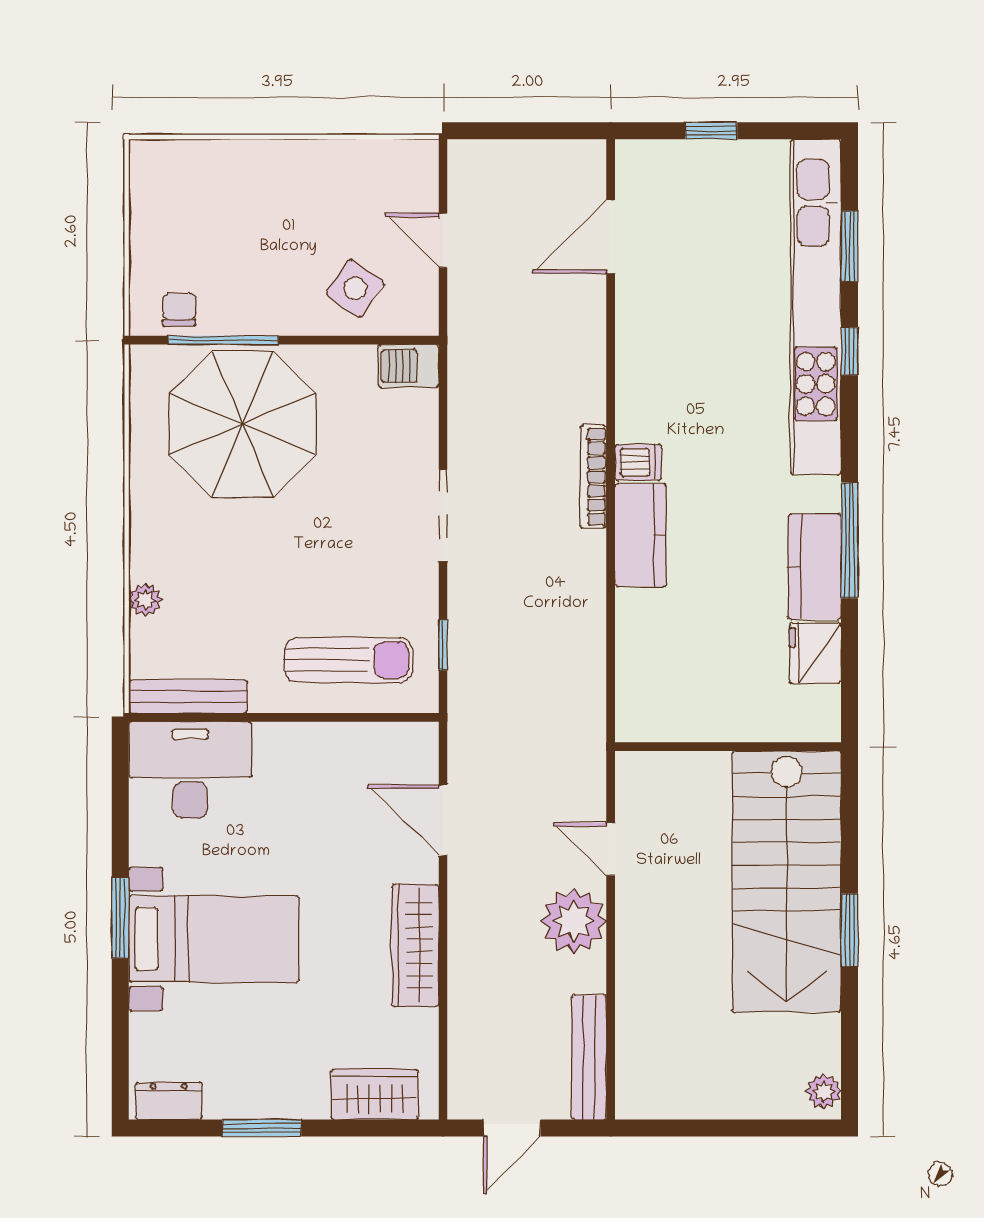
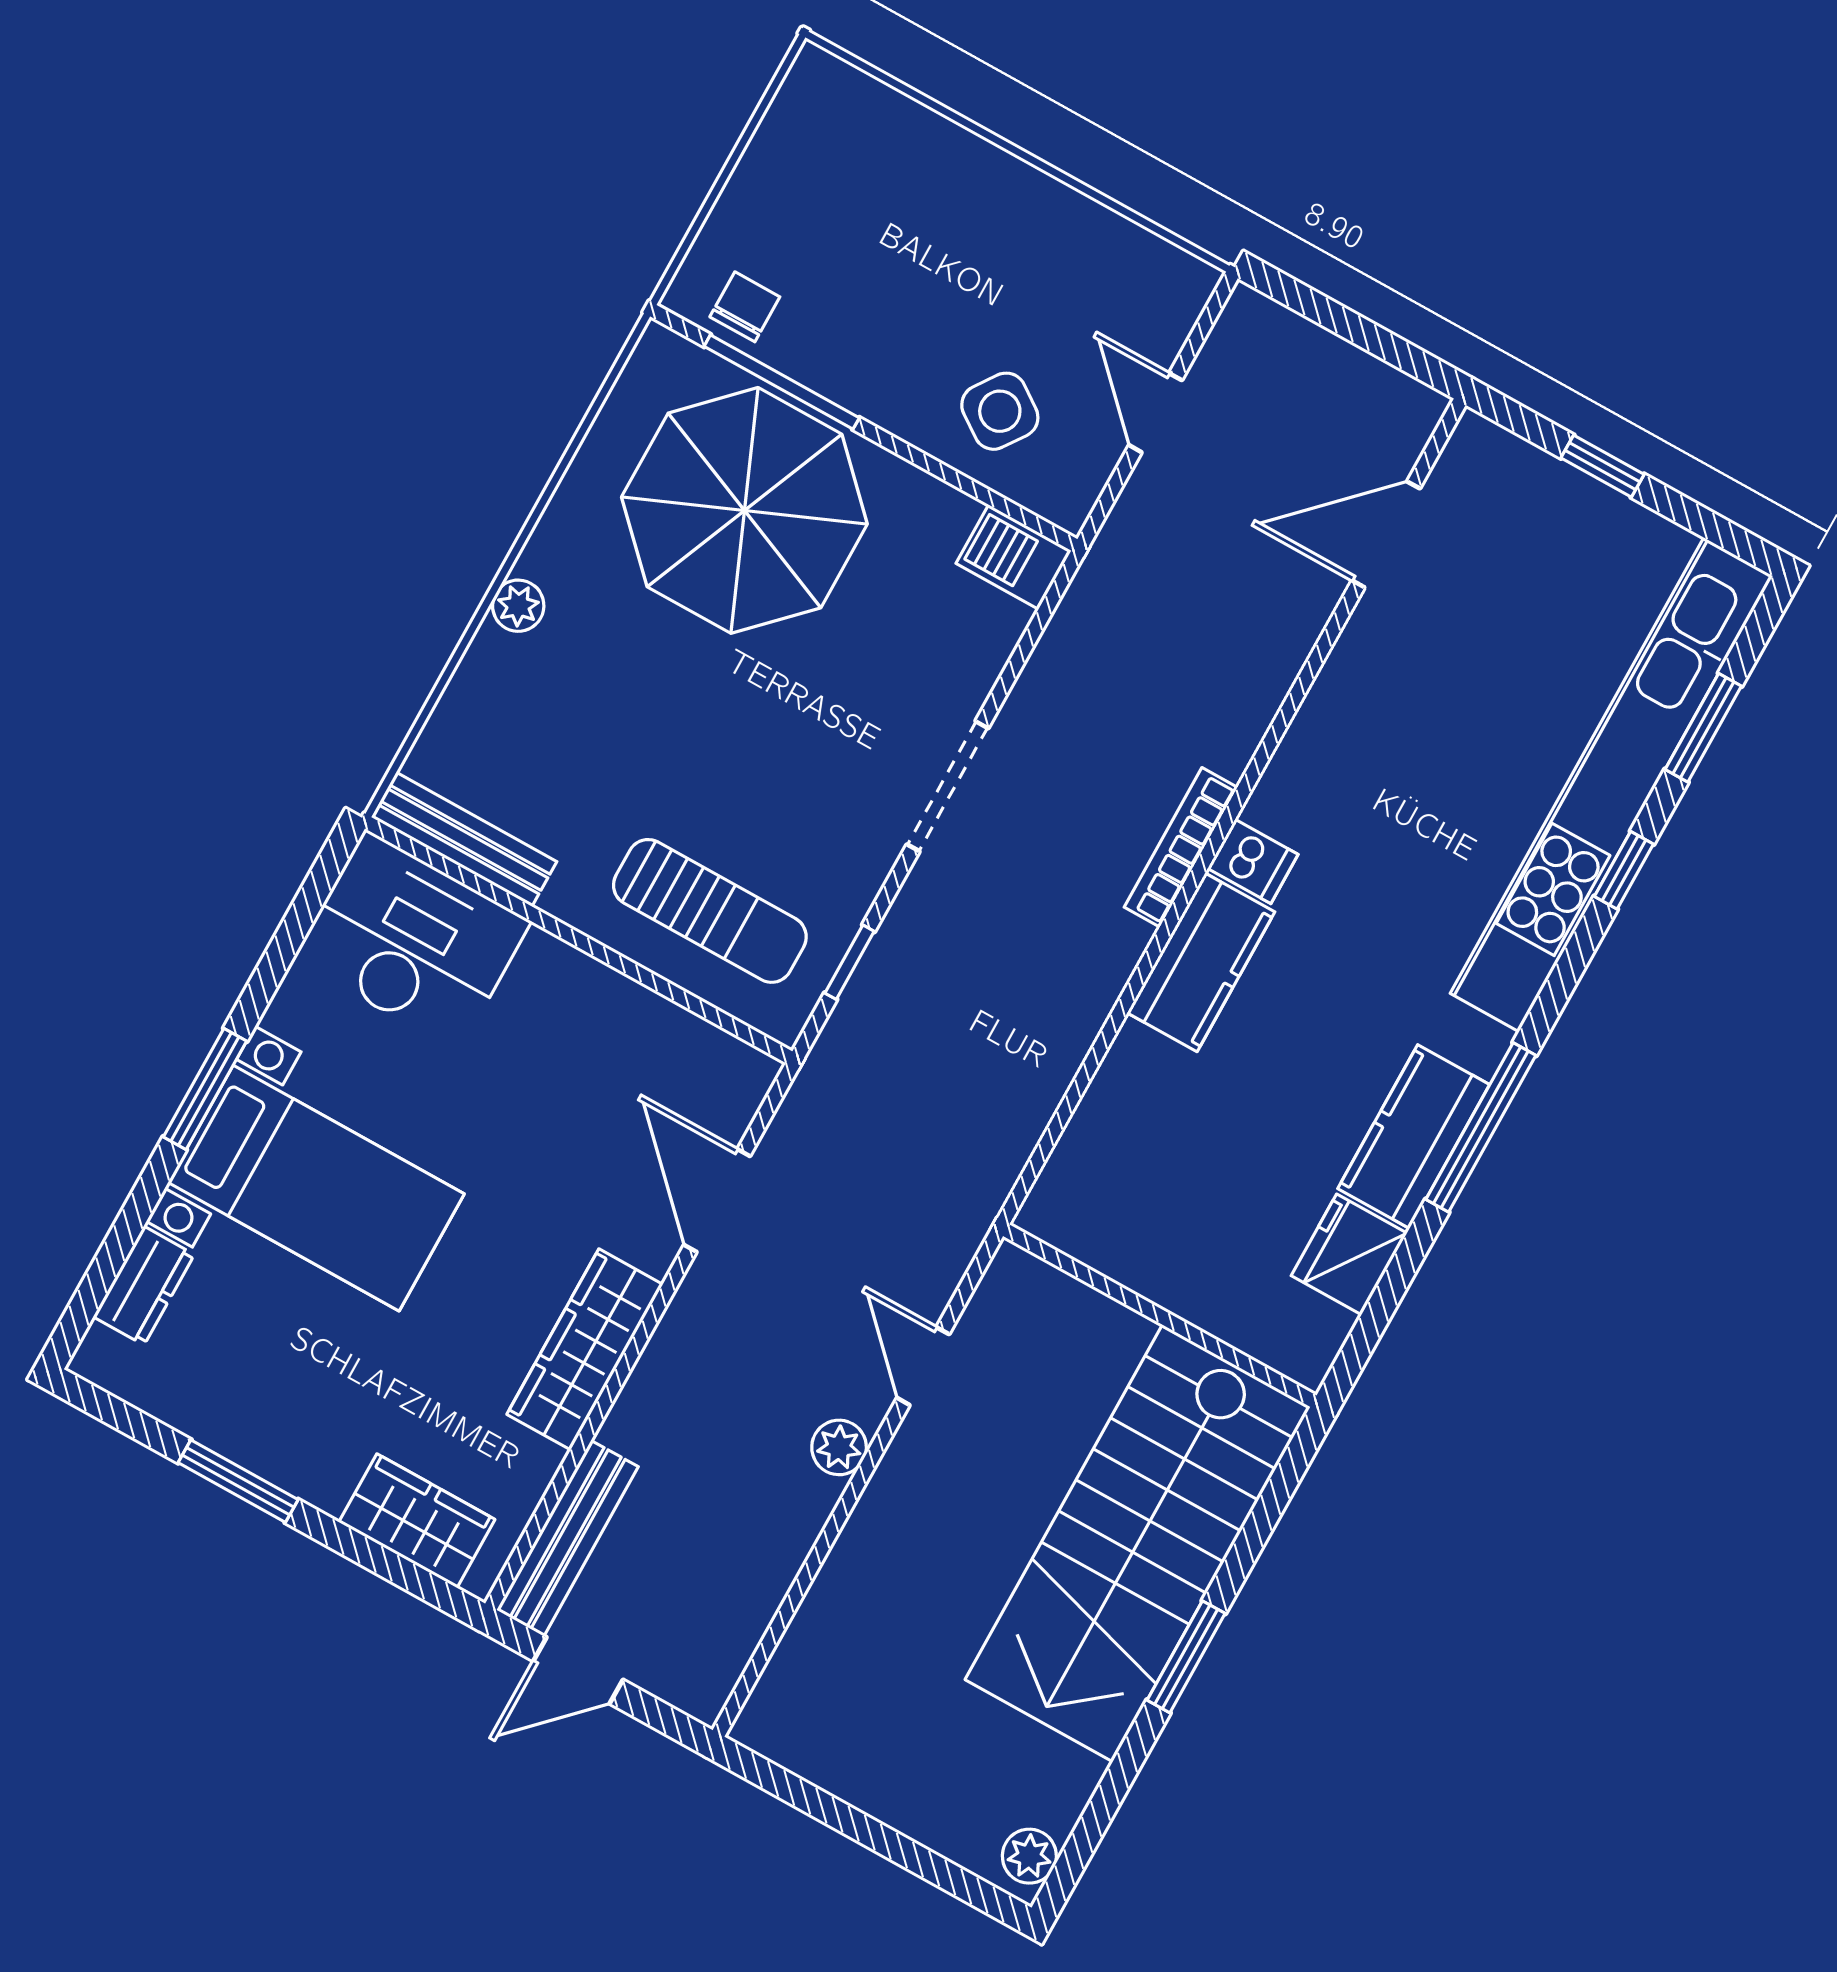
plant: (145, 600) -> (518, 606), moved
plant: (574, 921) -> (839, 1447), width x0.53, depth x0.53
bench: (589, 1057) -> (567, 1538), moved
dresser: (169, 1101) -> (144, 1286), moved, turned 90

